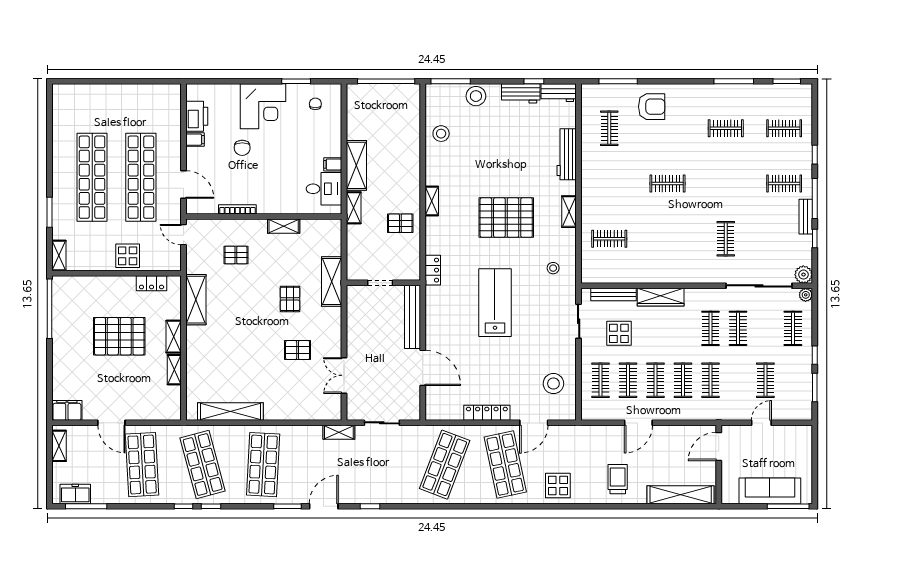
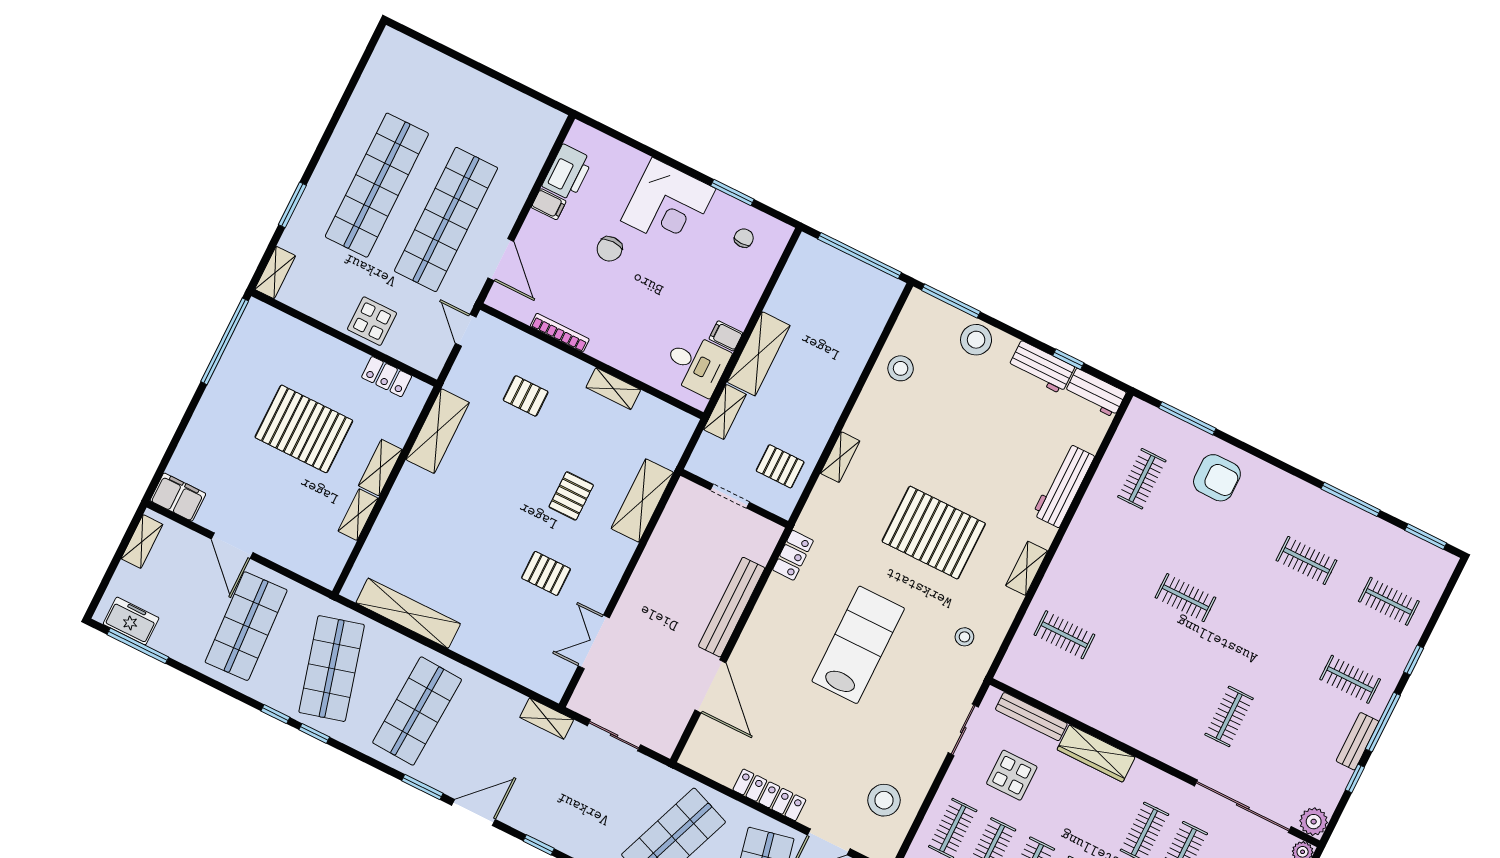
doorway: (380, 283) -> (730, 496), moved
wall: (383, 283) -> (734, 498), moved

